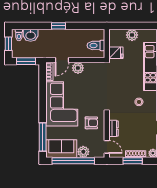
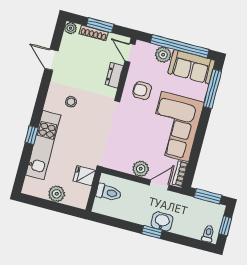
washbasin: (31, 35) -> (162, 221), moved

